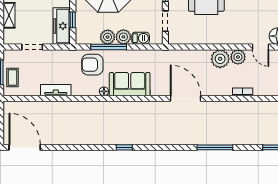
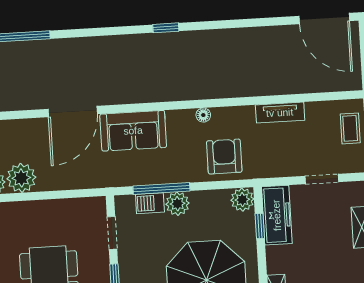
plant: (108, 37) -> (242, 200), moved
window: (109, 47) -> (161, 189), moved
armchair: (92, 65) -> (224, 157), turned -90
sofa: (130, 84) -> (133, 131), moved
door: (186, 98) -> (73, 112), hinge flipped

